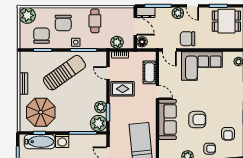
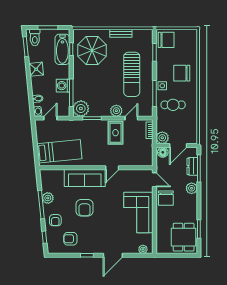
door: (192, 6) -> (199, 203), removed
dresser: (146, 13) -> (192, 166), moved
plant: (27, 15) -> (189, 37), removed
cafe table: (95, 21) -> (173, 105), moved
chair: (42, 36) -> (166, 40), moved
chair: (188, 39) -> (166, 198), turned 180
plant: (117, 42) -> (162, 138), moved
door: (169, 50) -> (155, 180), swing flipped
cot: (149, 72) -> (132, 160), removed
sun lounger: (64, 73) -> (132, 74), turned 35
plant: (101, 107) -> (116, 111), moved
washing machine: (62, 141) -> (63, 86), moved

